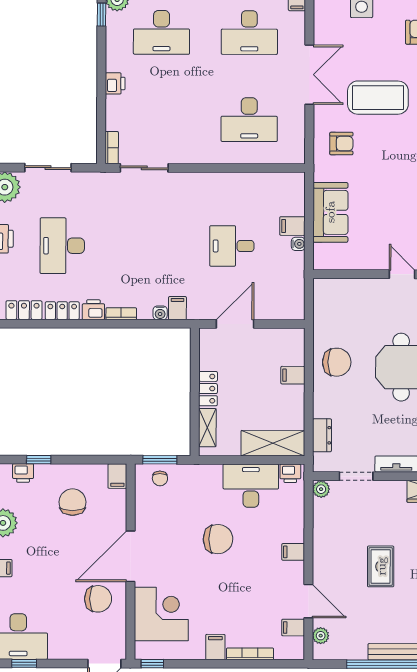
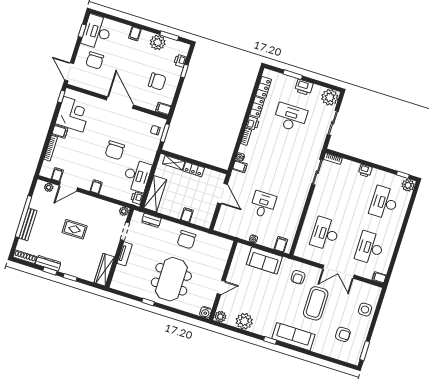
filing cabinet: (292, 226) -> (281, 244), moved
chair: (98, 599) -> (95, 60), moved
corner desk: (161, 614) -> (73, 114), moved, turned -90

